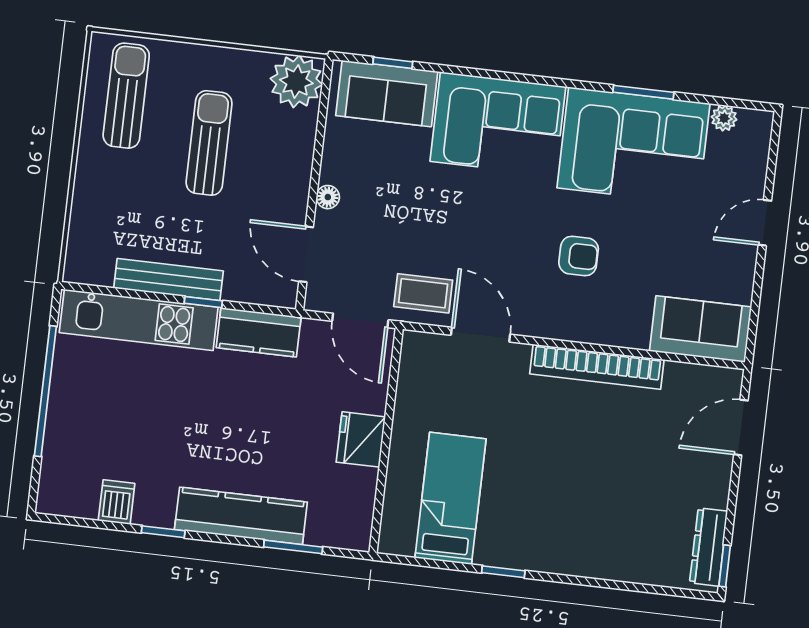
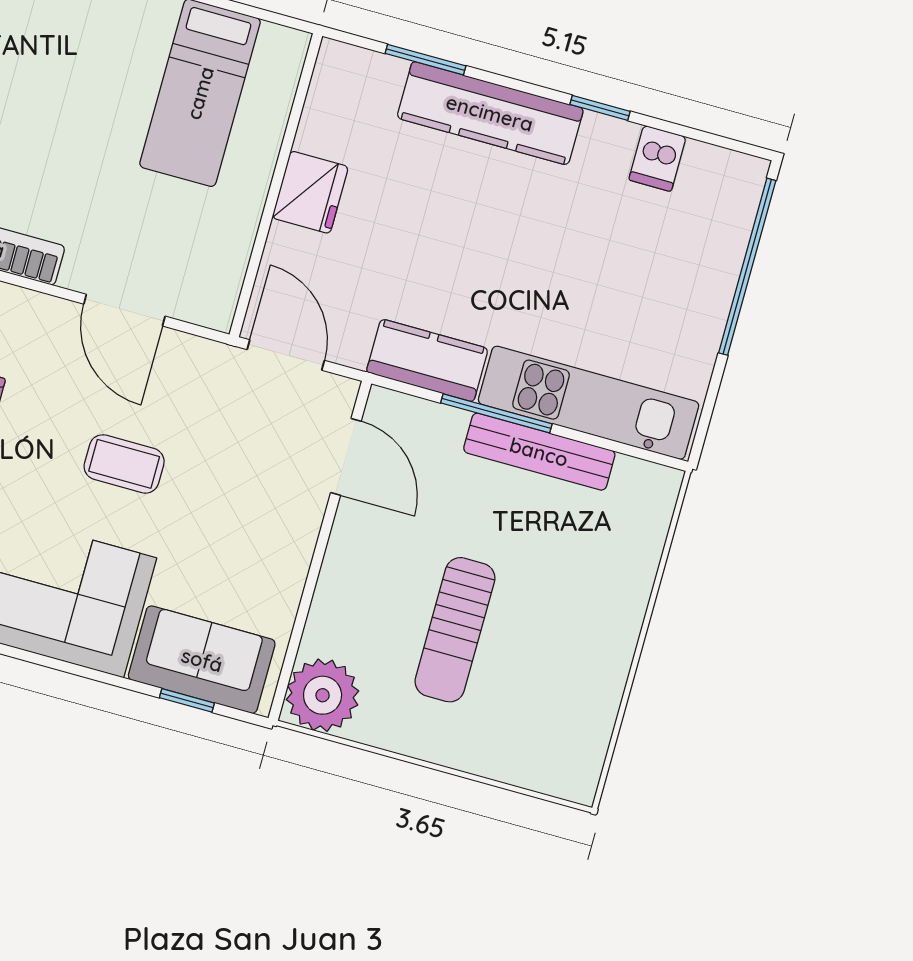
sun lounger: (126, 96) -> (558, 712), removed
floor lamp: (328, 197) -> (304, 531), removed
coffee table: (423, 293) -> (124, 464), moved
window: (203, 302) -> (496, 413), width x2.17
window: (45, 391) -> (747, 267), moved

